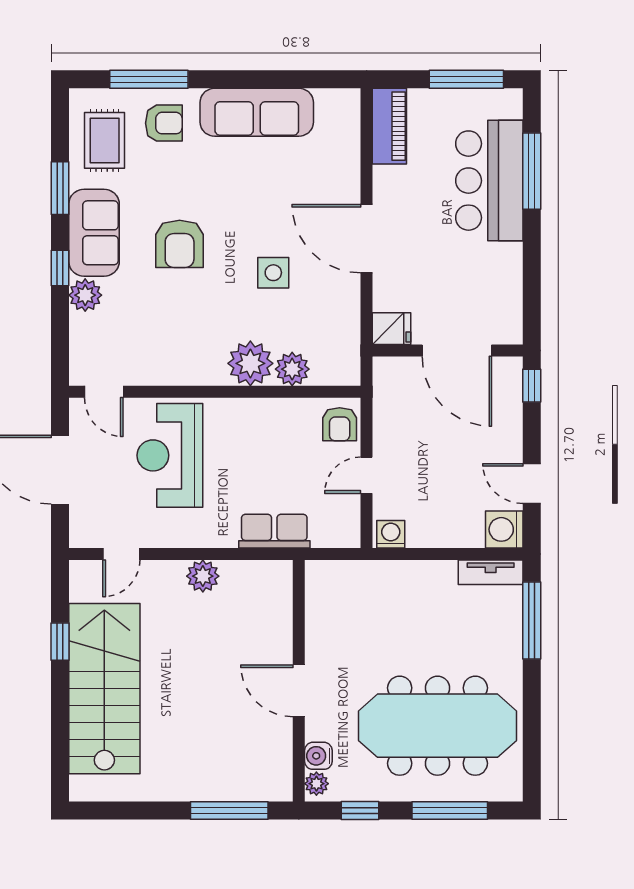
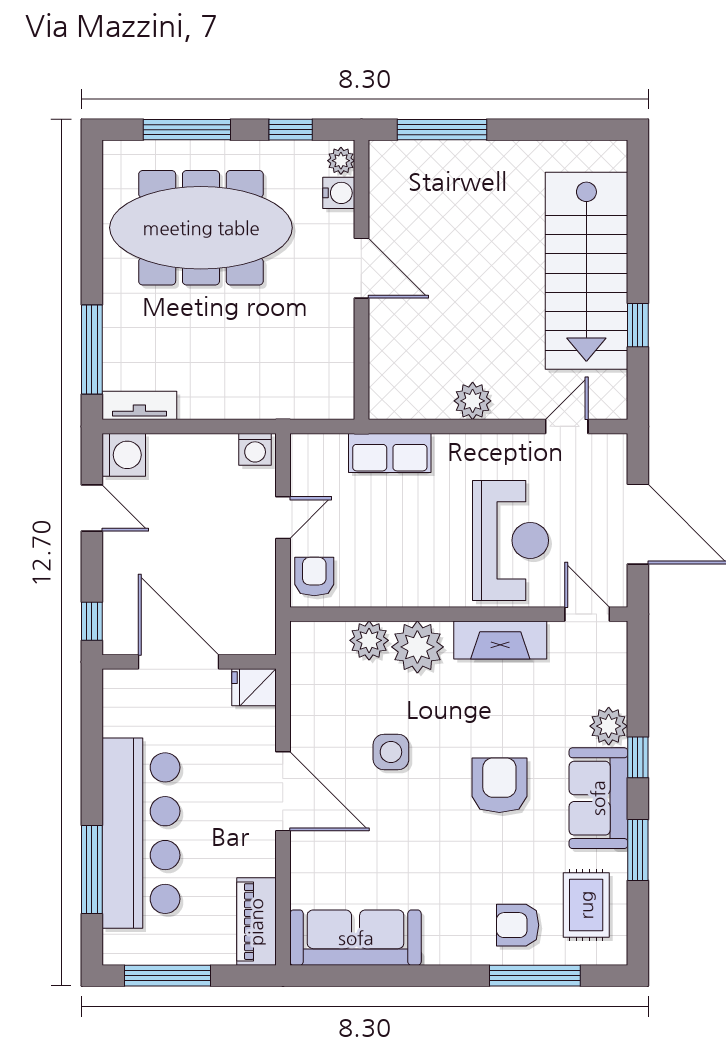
sofa: (257, 112) -> (356, 938), moved
bar counter: (489, 181) -> (141, 833), width x1.36
fireplace: (179, 369) -> (500, 640), added

